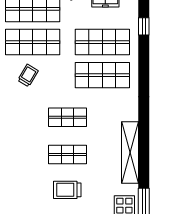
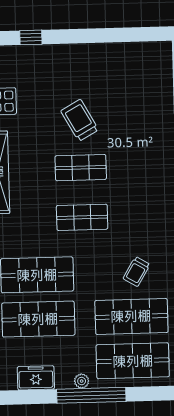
trolley: (67, 190) -> (80, 120), turned -119

